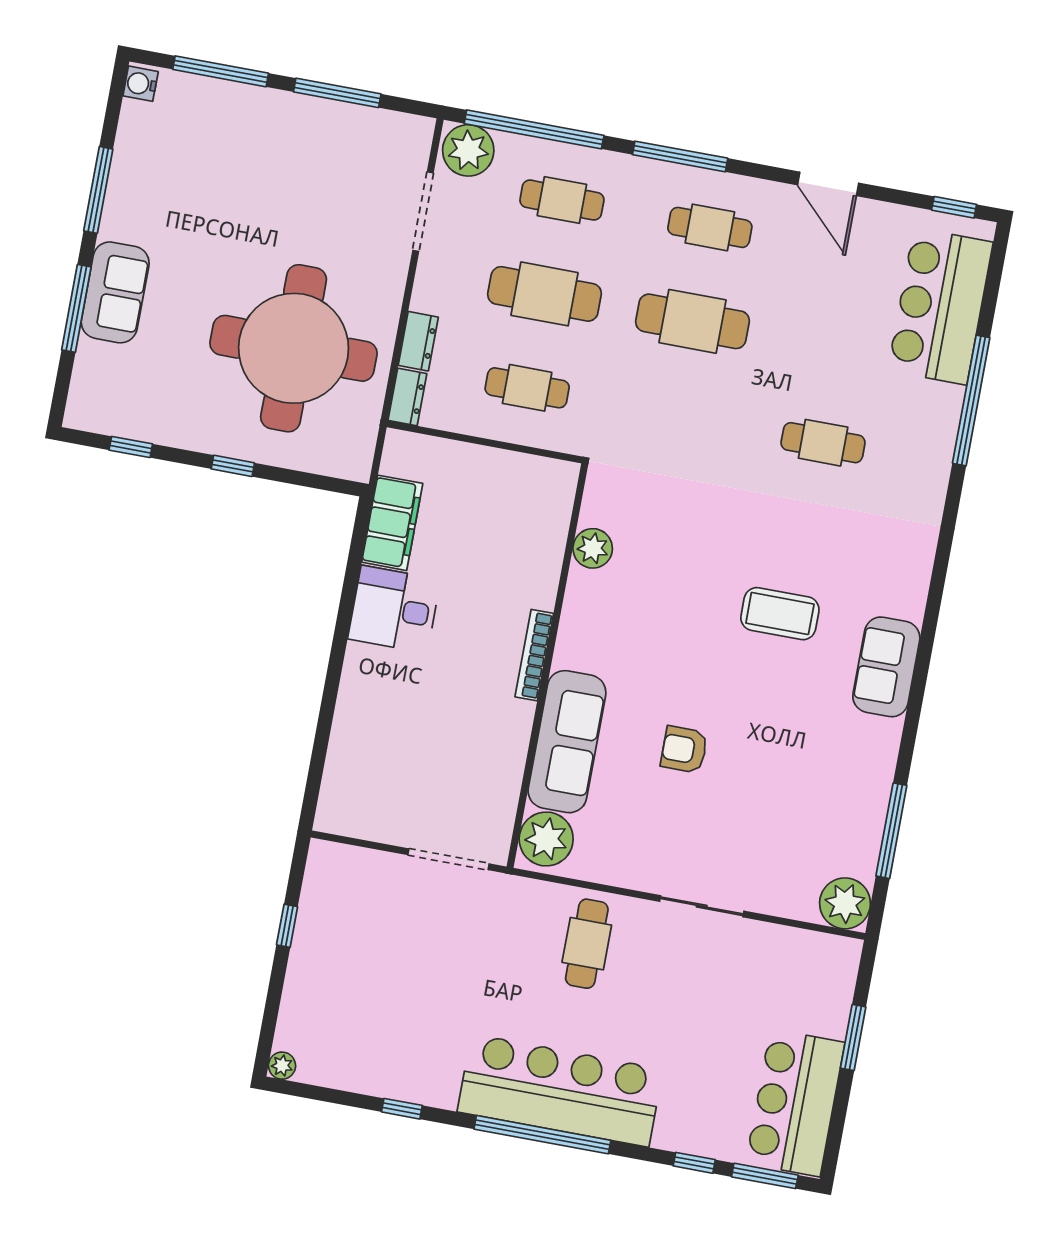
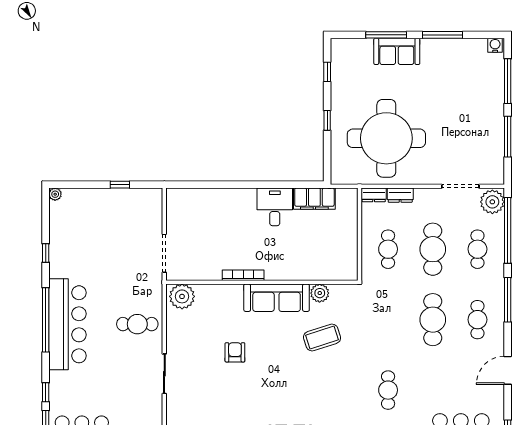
coffee table: (780, 614) -> (322, 338), moved, turned 72
bookcase: (534, 655) -> (243, 275), moved
sofa: (567, 742) -> (277, 298), moved

